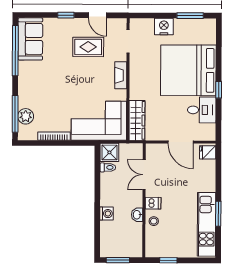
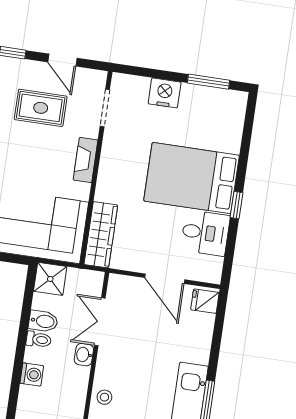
bed: (188, 70) -> (192, 178), width x0.73
toilet: (108, 167) -> (39, 340), moved
bidet: (109, 179) -> (43, 321), added
dishwasher: (153, 203) -> (107, 369), removed
washbasin: (137, 215) -> (84, 355), moved

